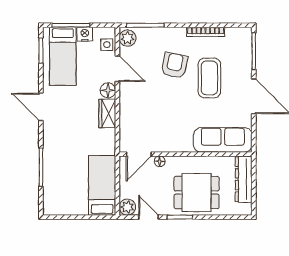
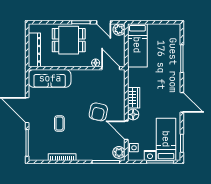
armchair: (174, 65) -> (98, 112), moved
coffee table: (209, 78) -> (59, 123), width x0.54, depth x0.58
door: (139, 154) -> (111, 68), hinge flipped

